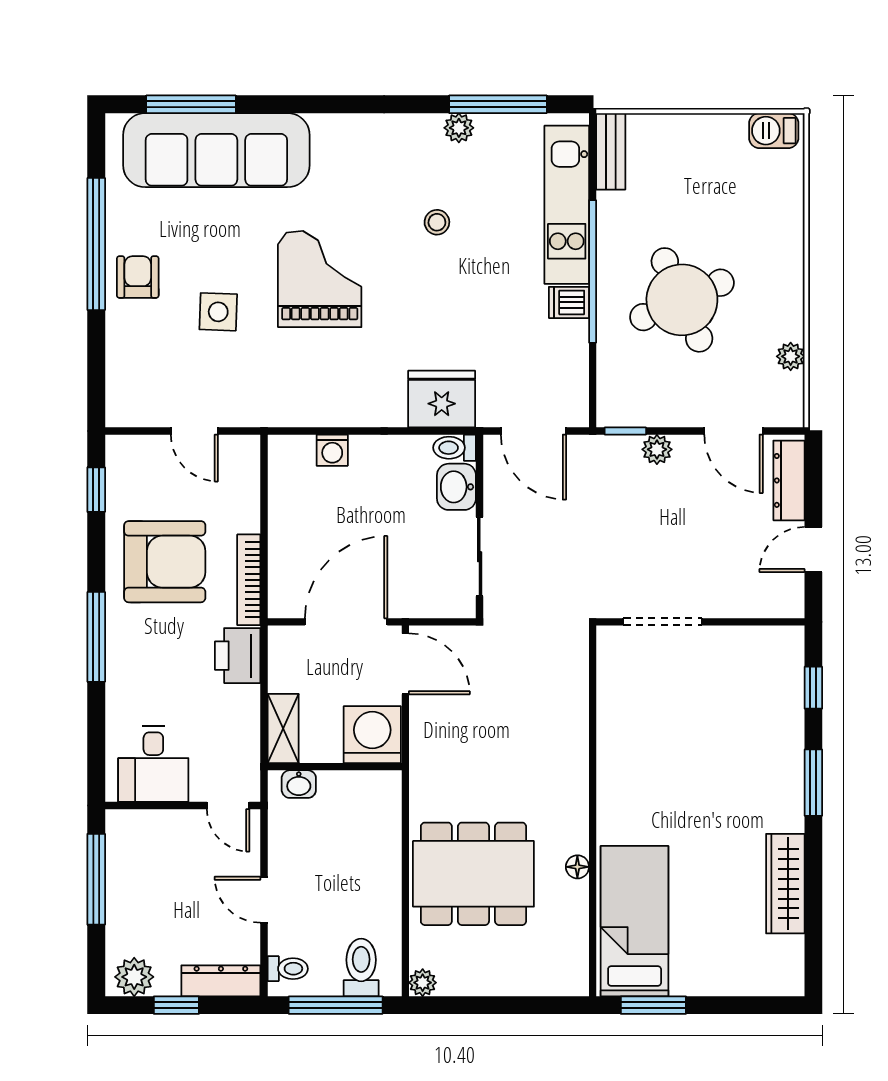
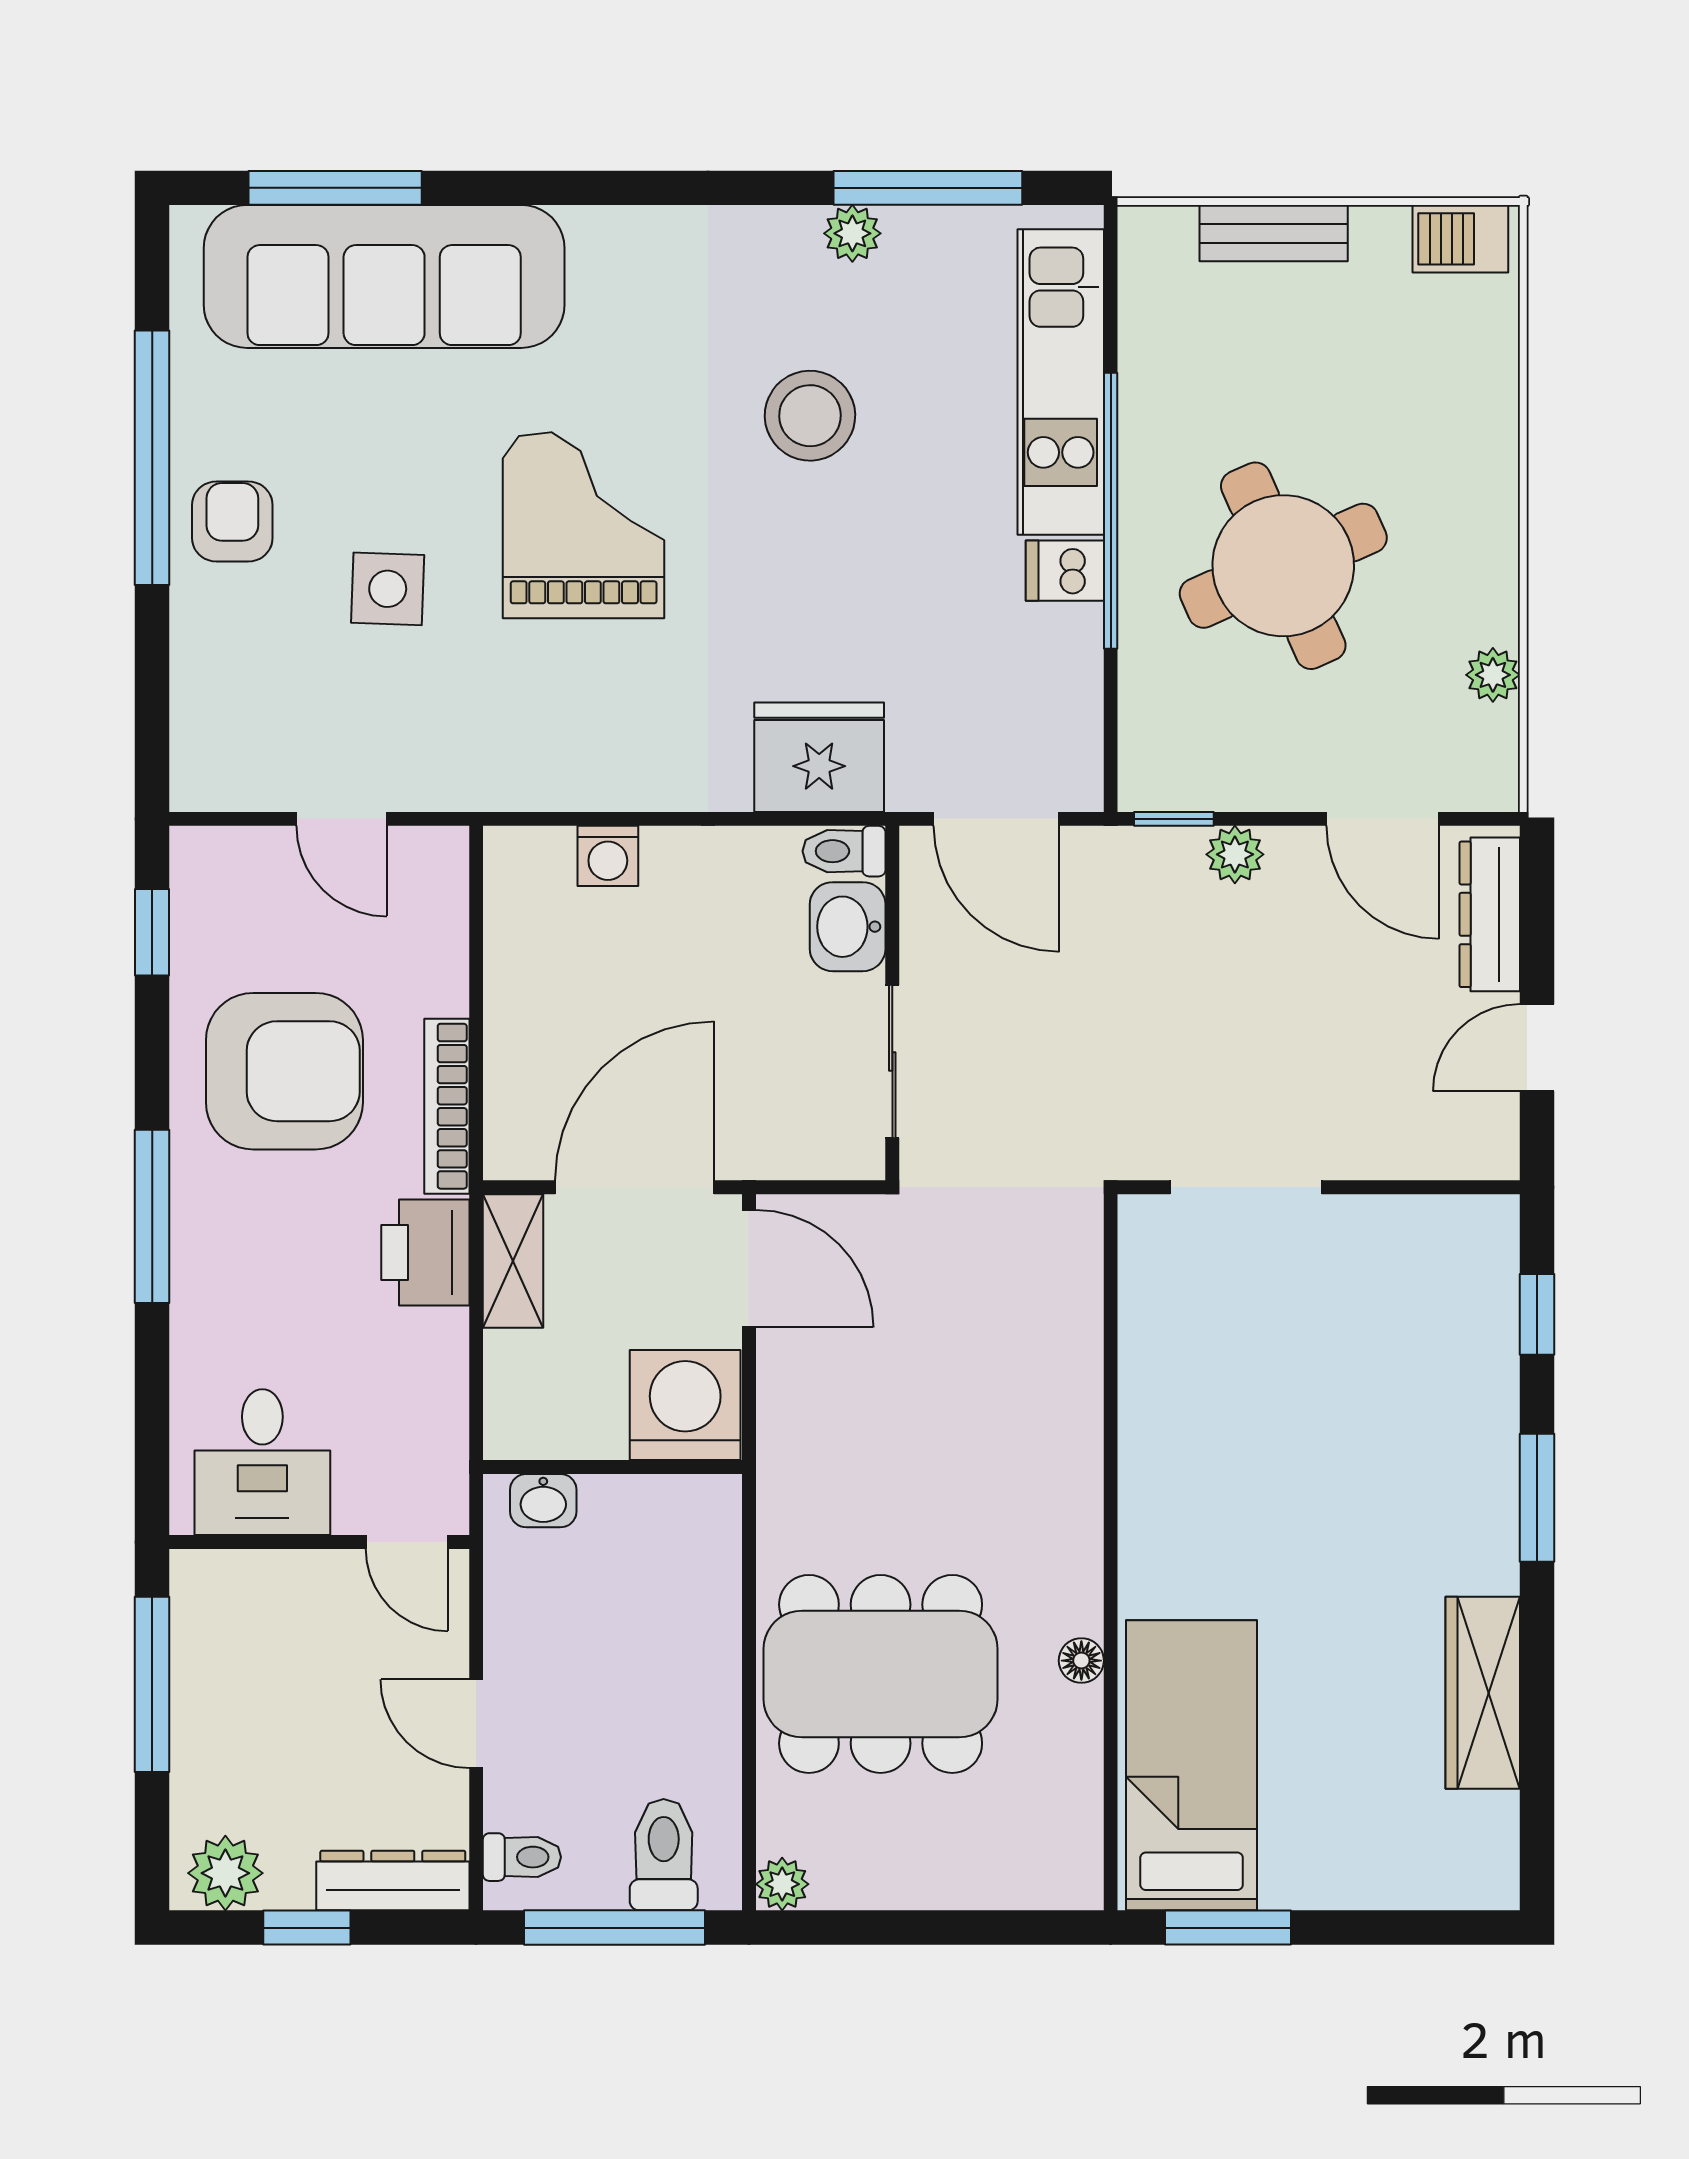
bench: (611, 151) -> (1274, 233), moved, turned 90
stool: (437, 222) -> (810, 416), width x1.89, depth x1.89
shelving: (283, 728) -> (513, 1261), moved

